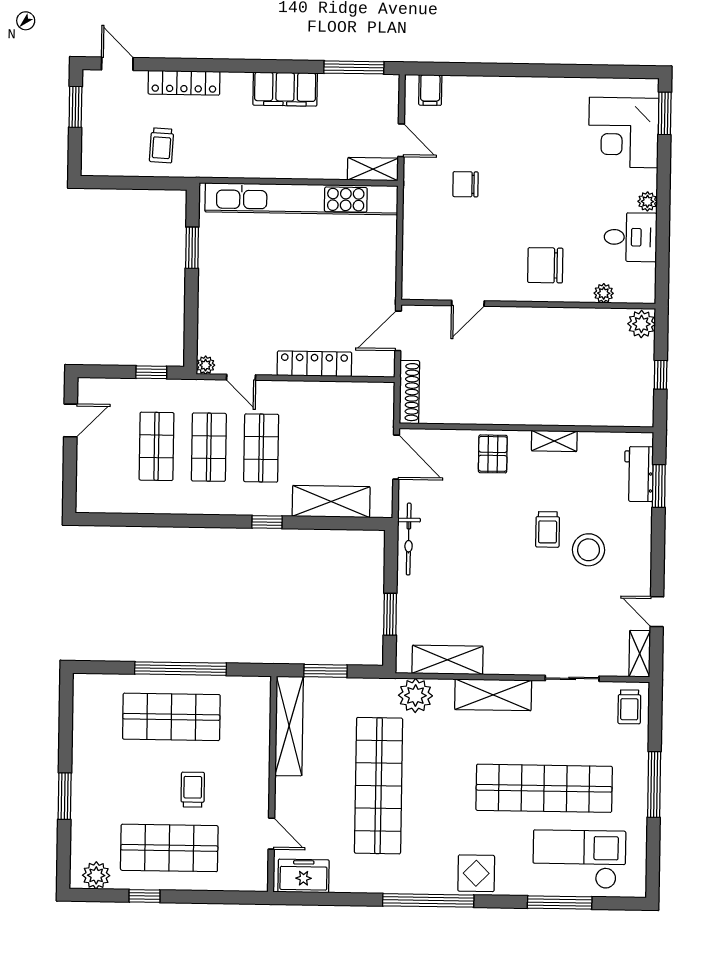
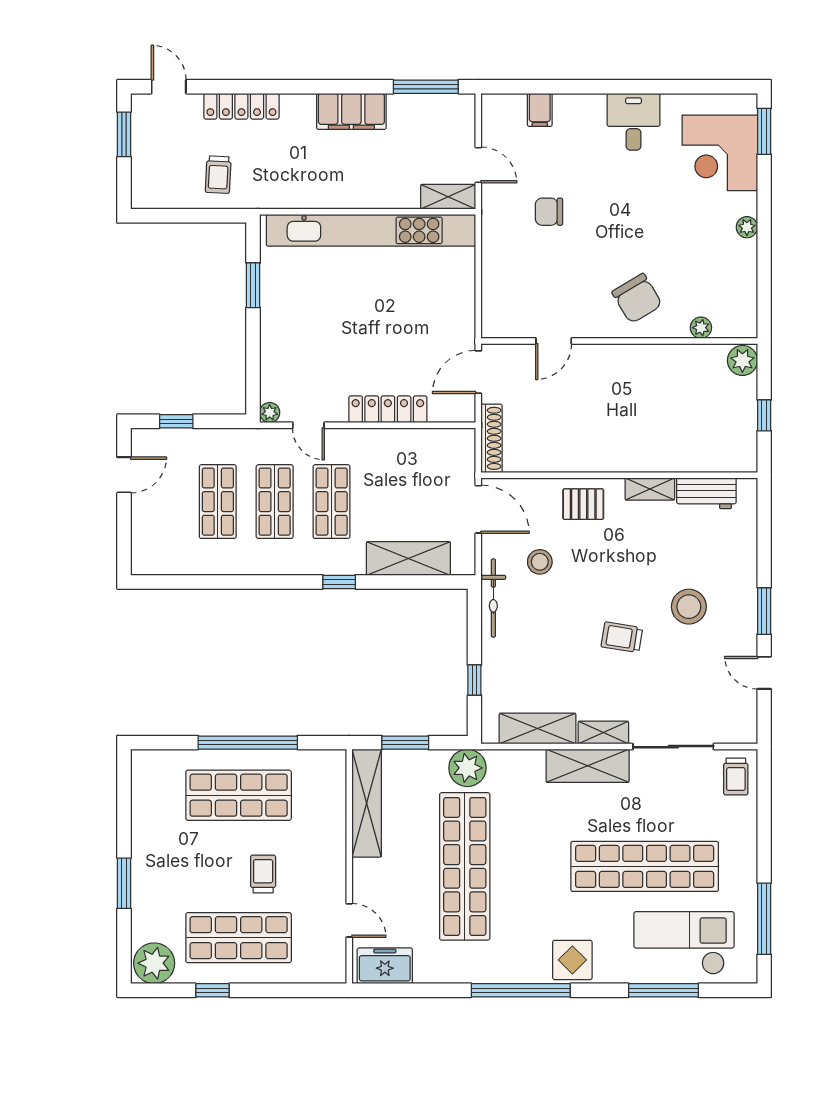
filing cabinet: (430, 90) -> (540, 110), moved
desk: (630, 237) -> (634, 122), moved, turned -90
chair: (545, 265) -> (637, 298), turned -121
window: (151, 372) -> (176, 421), moved
pallet: (493, 454) -> (583, 504), turned 90
workbench: (639, 474) -> (706, 493), moved, turned -90
window: (659, 486) -> (764, 611), moved
stool: (452, 506) -> (540, 562), added
trolley: (548, 529) -> (622, 637), moved, turned 99
window: (390, 614) -> (474, 680), width x0.67
shelving: (640, 654) -> (603, 733), moved, turned 90
sliding door: (572, 678) -> (673, 747), width x1.37
plant: (415, 696) -> (467, 768), moved
window: (654, 784) -> (764, 919), moved
plant: (96, 875) -> (154, 963), width x1.36, depth x1.36

